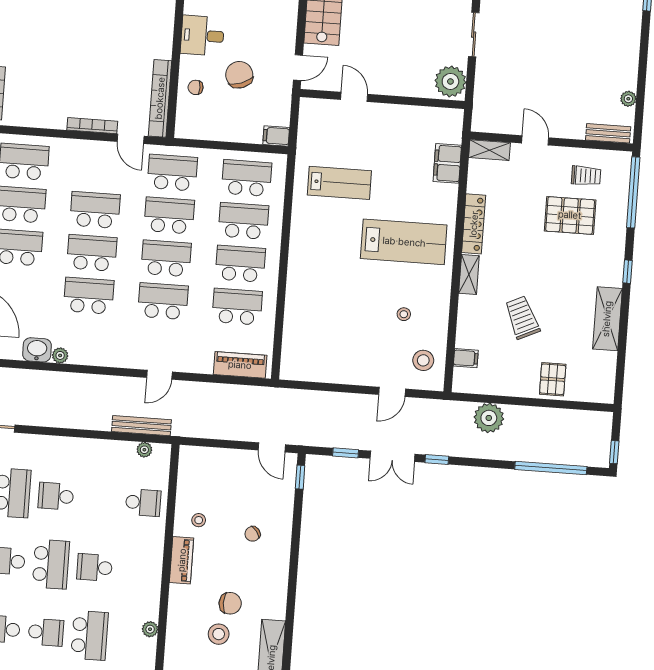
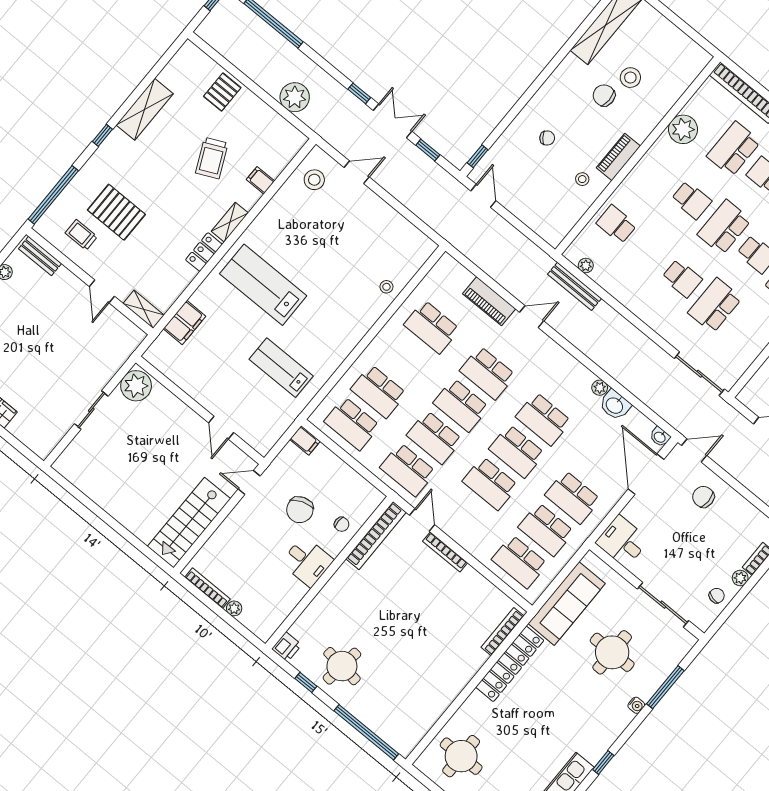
locker: (474, 224) -> (204, 252), width x0.66
school desk: (240, 264) -> (405, 359), removed
stool: (404, 314) -> (386, 287), moved
filing cabinet: (466, 358) -> (261, 180), moved
piano: (240, 365) -> (489, 301), moved
plant: (150, 629) -> (683, 129), width x1.88, depth x1.88

